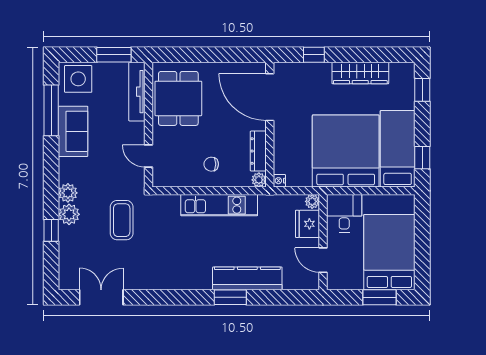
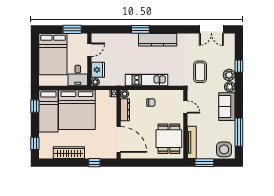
sofa: (73, 131) -> (227, 107), moved
door: (323, 260) -> (89, 50), hinge flipped
kitchen counter: (247, 278) -> (158, 40), moved
window: (379, 297) -> (72, 29), moved

